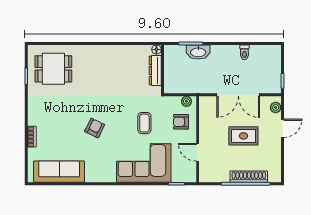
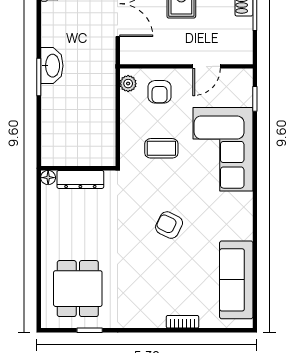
floor lamp: (156, 49) -> (48, 178), moved
wall: (163, 69) -> (78, 168), moved
dresser: (155, 70) -> (80, 179), moved

